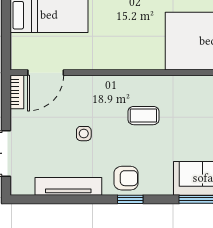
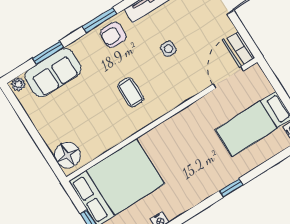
coffee table: (143, 116) -> (131, 92), turned 90
window: (130, 199) -> (99, 20), width x1.50

